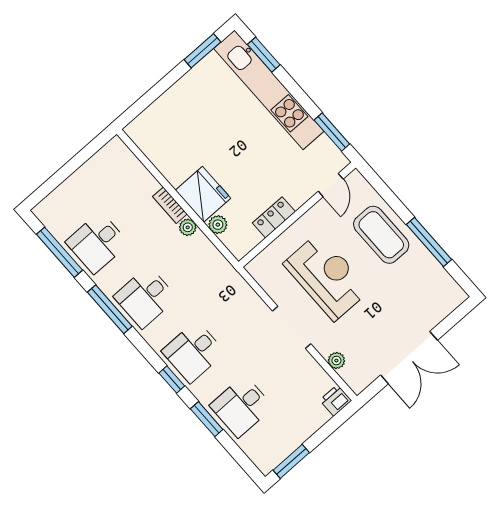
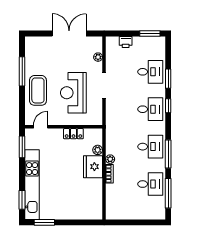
printer: (336, 400) -> (126, 42), moved

